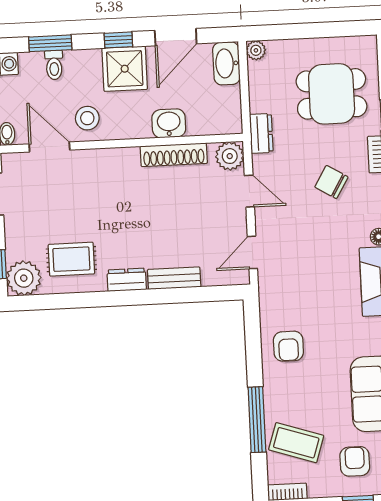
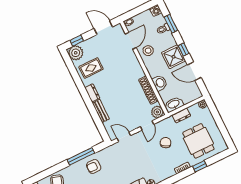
washbasin: (226, 63) -> (174, 104), moved
dresser: (261, 133) -> (181, 115), moved
chair: (331, 182) -> (166, 143), moved
rug: (71, 259) -> (91, 68), turned 90
window: (257, 420) -> (81, 156), moved

